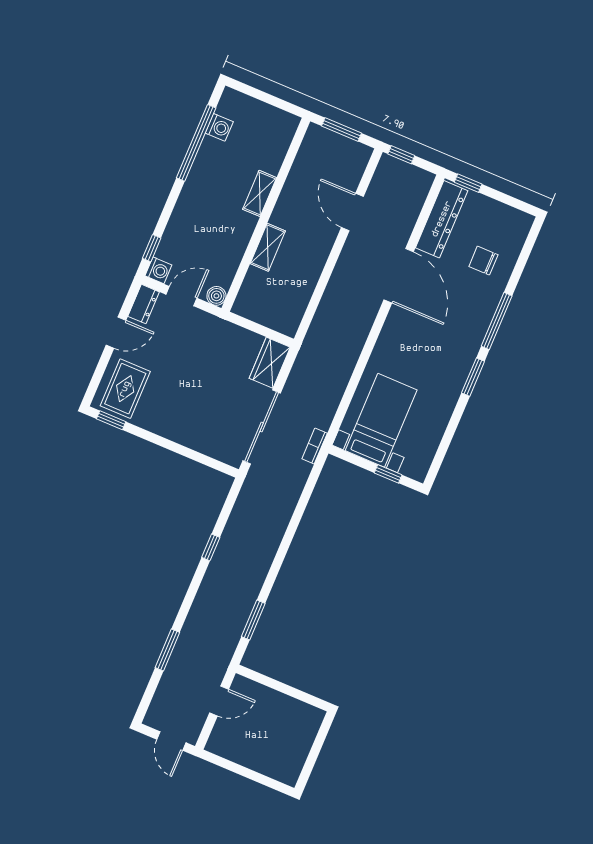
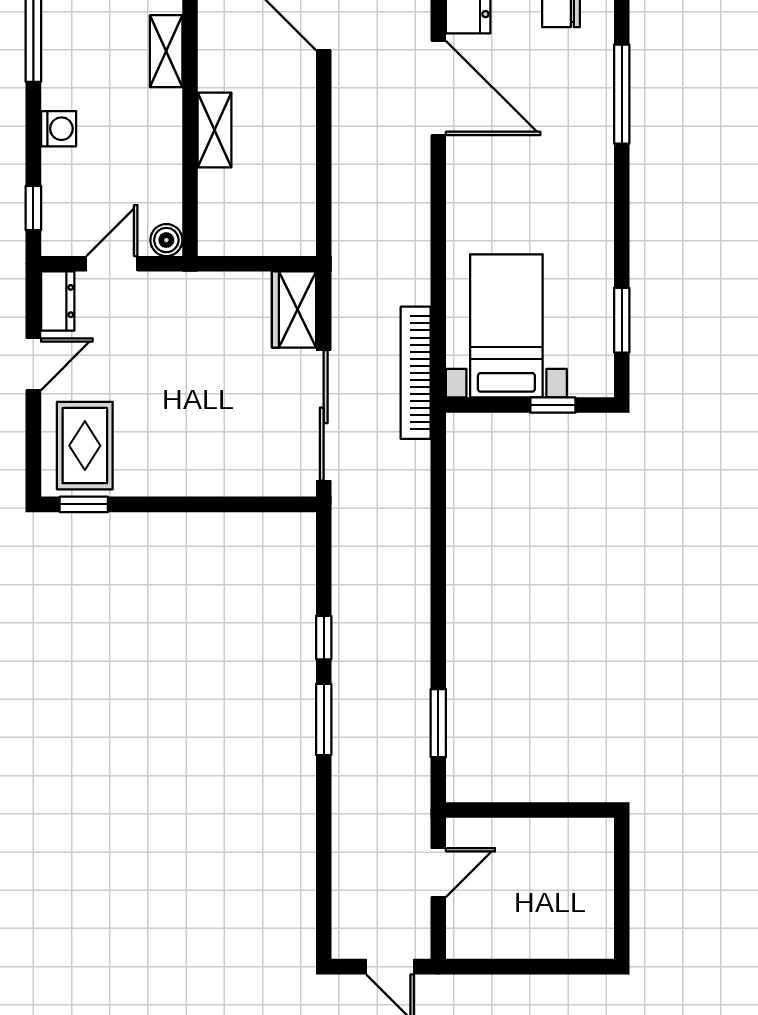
washing machine: (158, 270) -> (59, 129), moved
window: (473, 377) -> (622, 320), moved
bookcase: (315, 446) -> (416, 373), width x2.31, depth x1.31
window: (167, 650) -> (324, 719), moved

